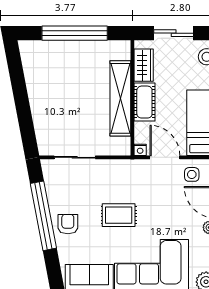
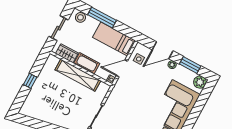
window: (75, 33) -> (30, 81), width x0.32
rug: (119, 215) -> (139, 110), removed

